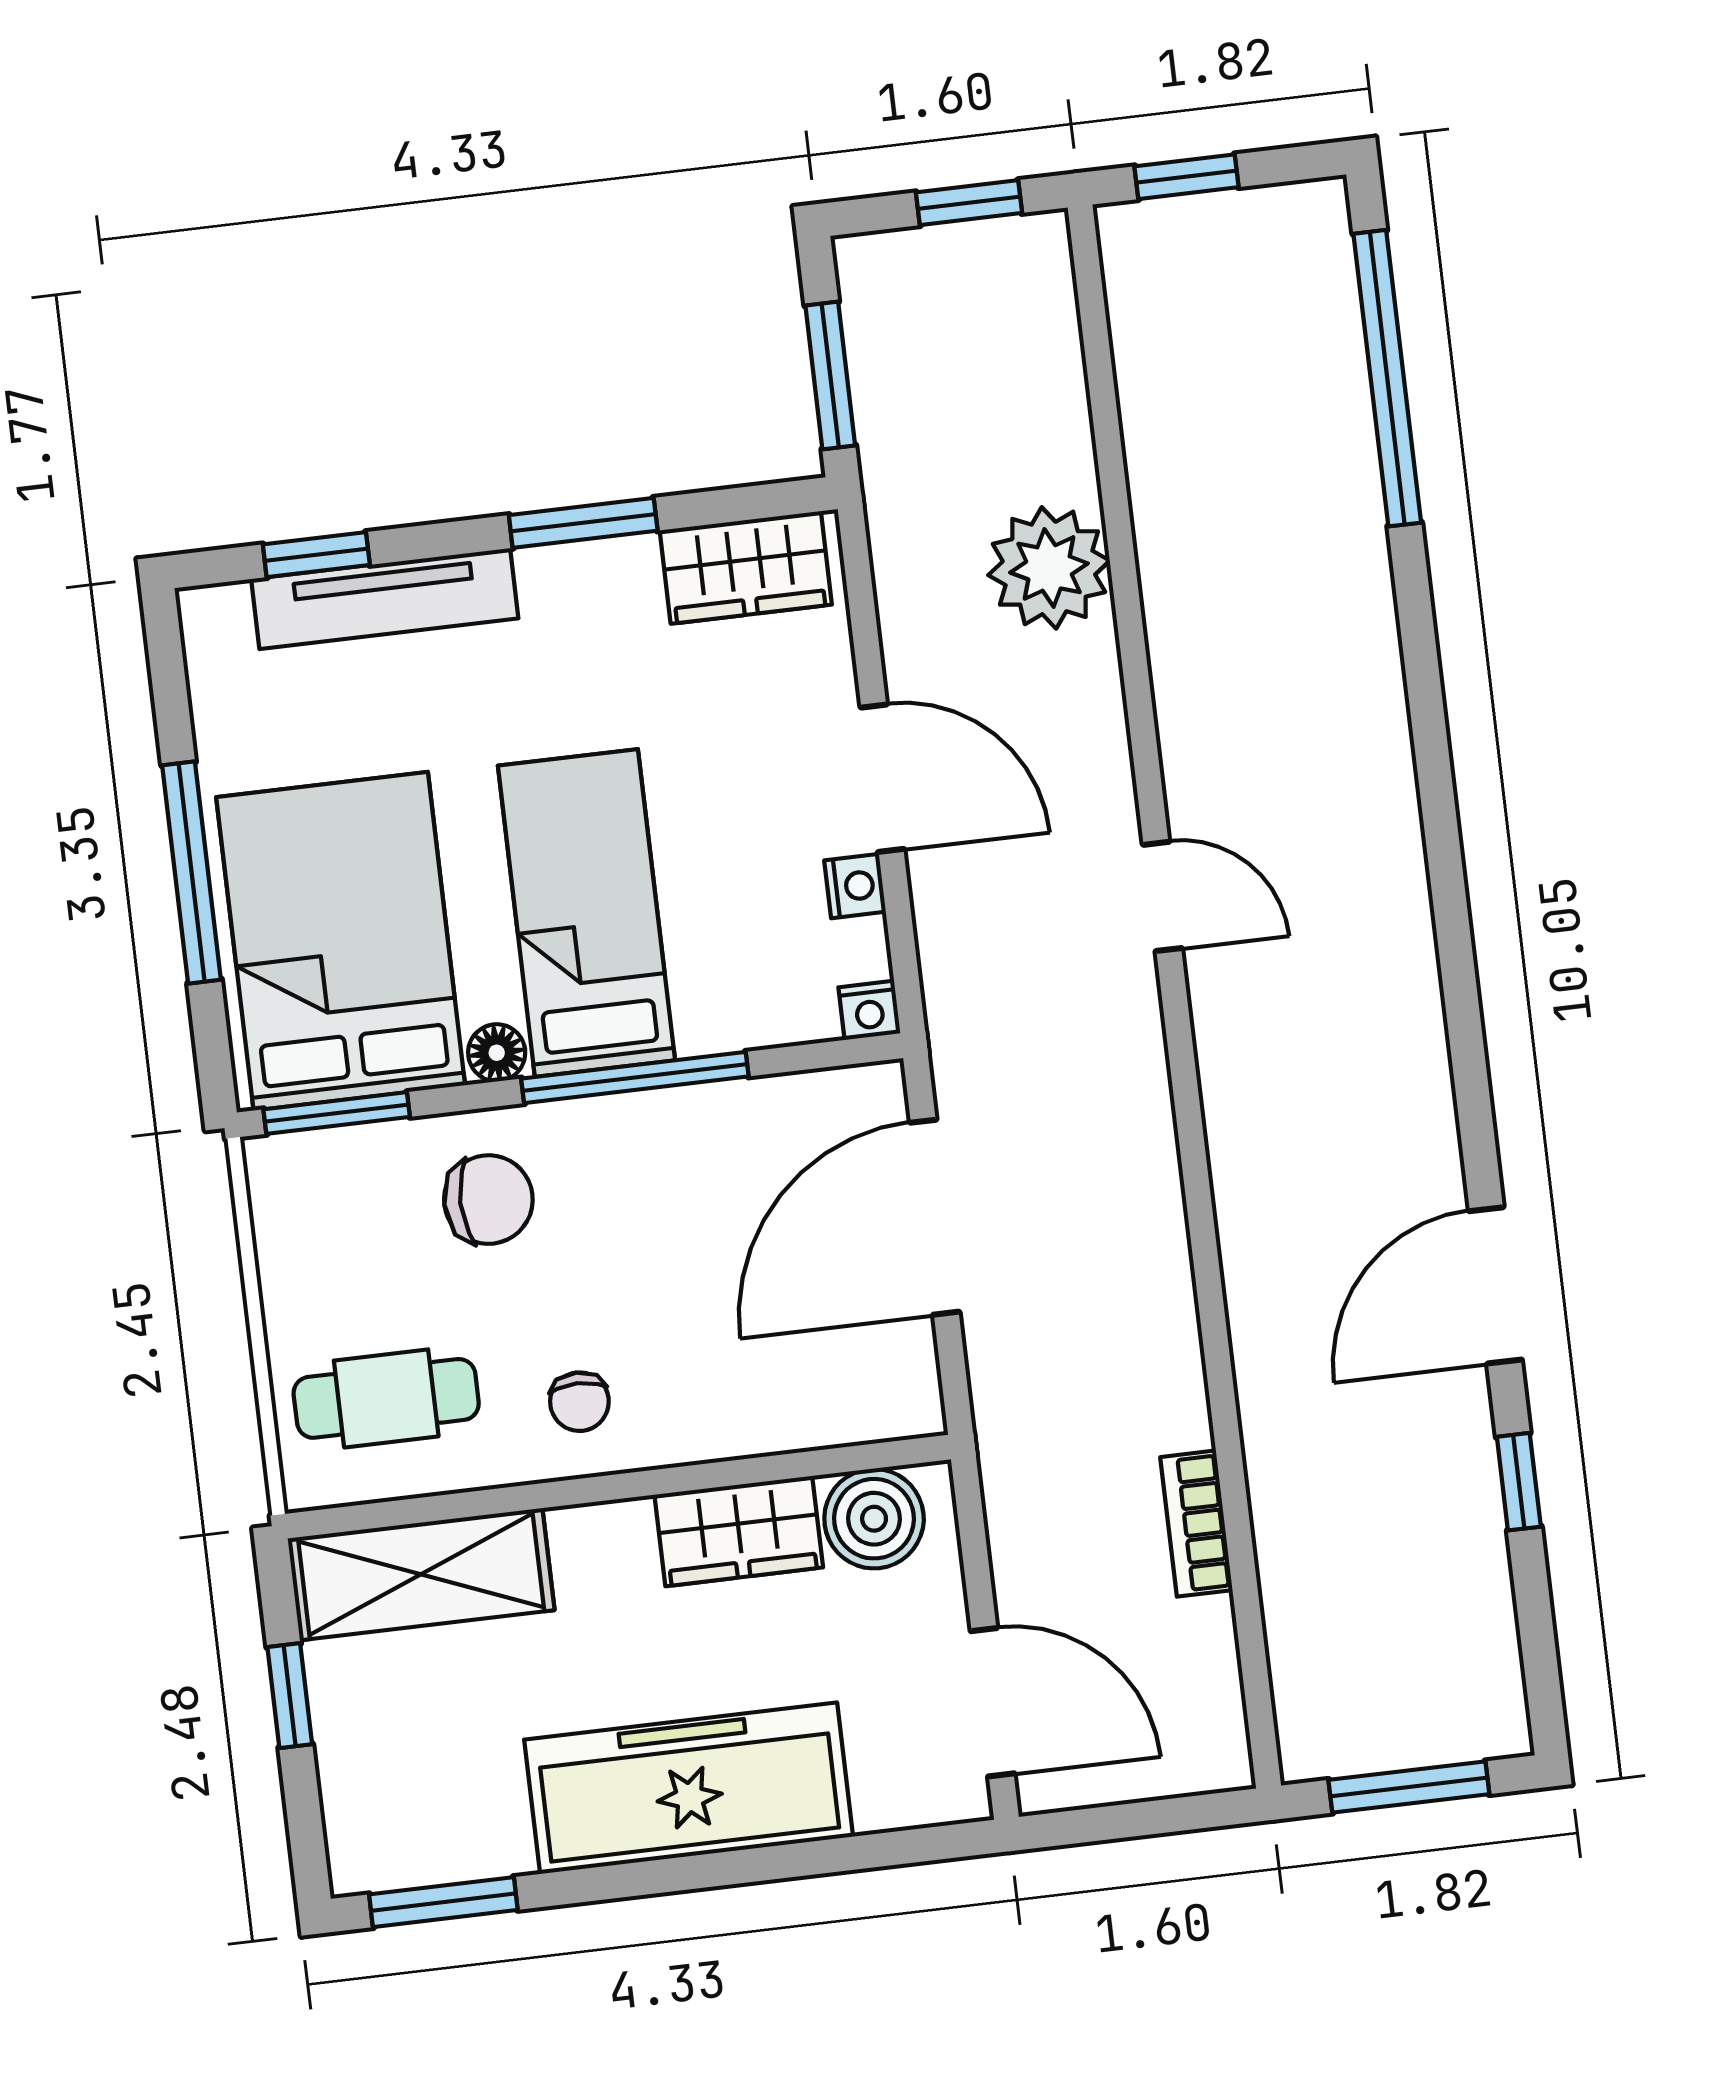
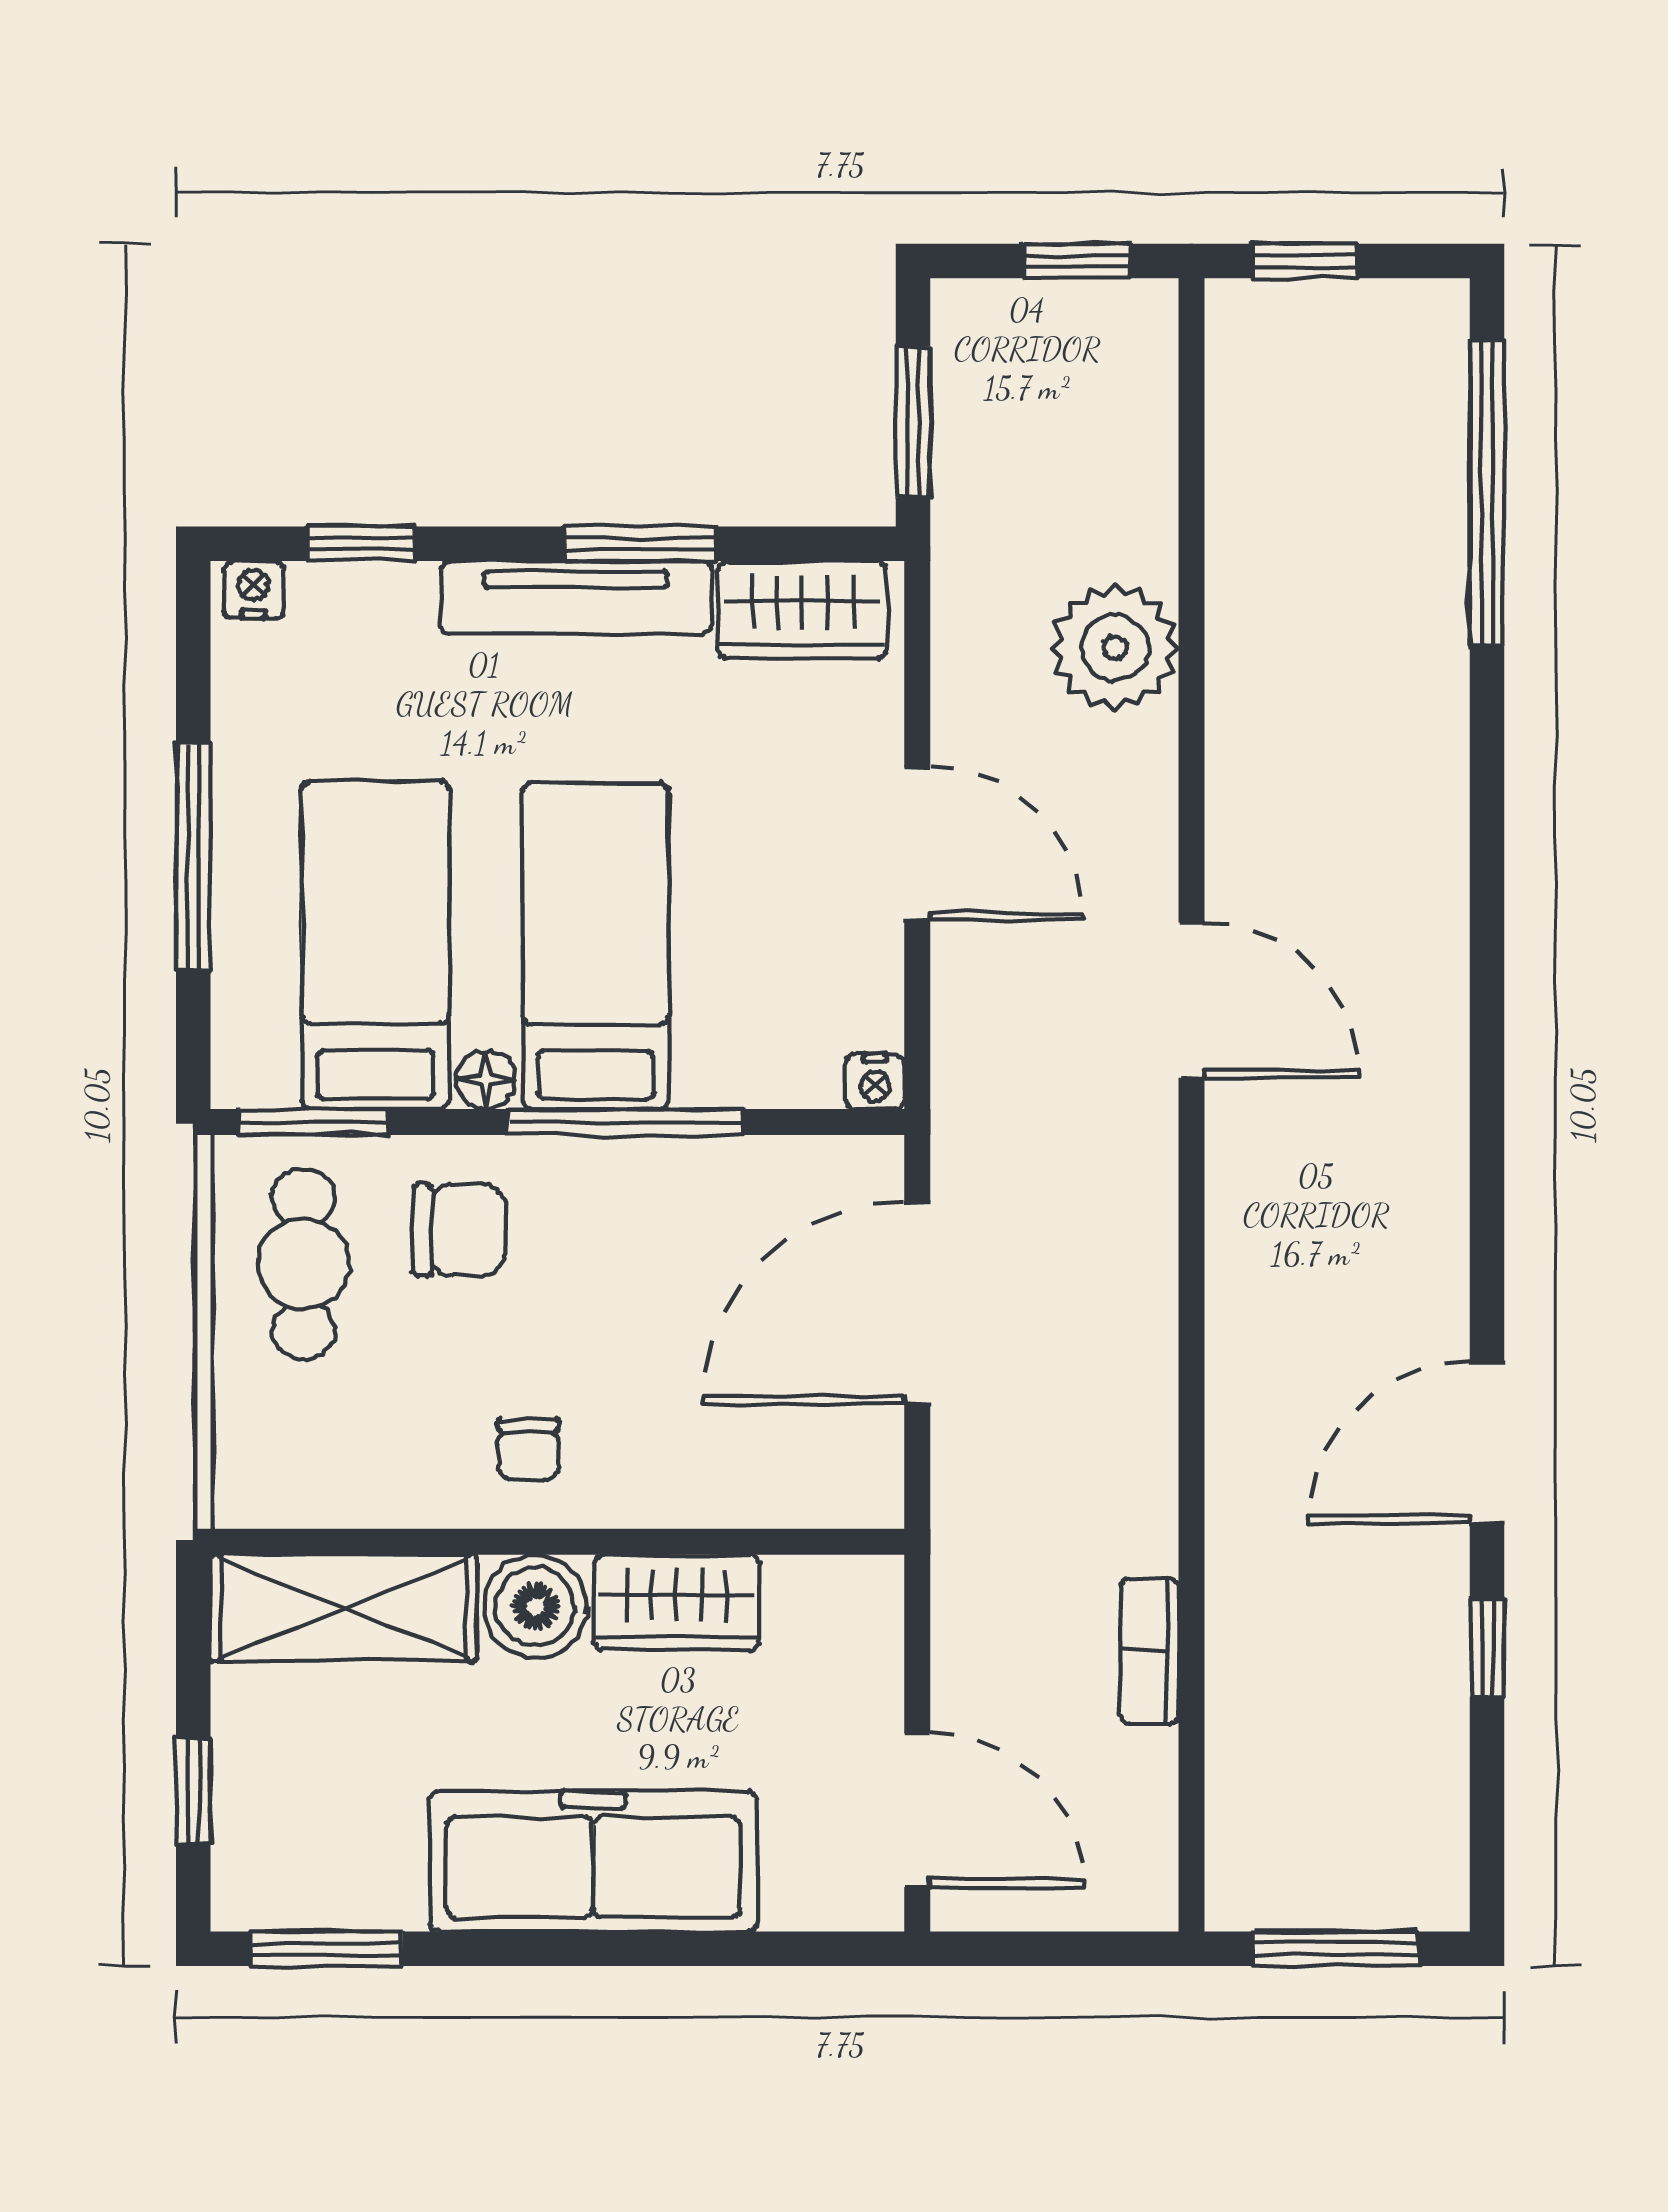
tv unit: (385, 599) -> (576, 598), moved
nightstand: (855, 886) -> (254, 589), moved, turned -90
door: (1162, 896) -> (1191, 1000), width x1.38
bed: (341, 941) -> (376, 945), width x0.67
cafe table: (386, 1398) -> (303, 1264), moved, turned 90
boiler: (874, 1519) -> (536, 1606), moved
window: (290, 1696) -> (193, 1791), moved

